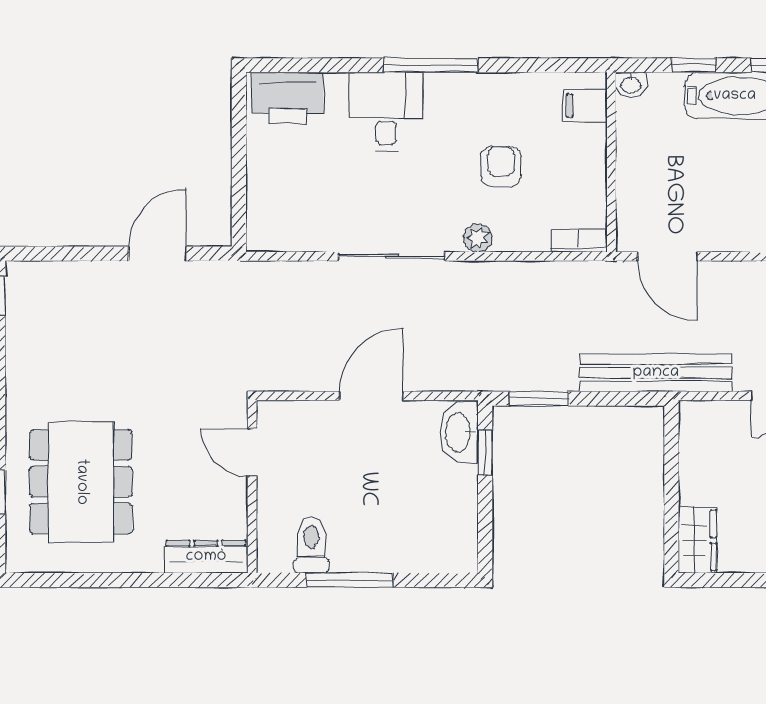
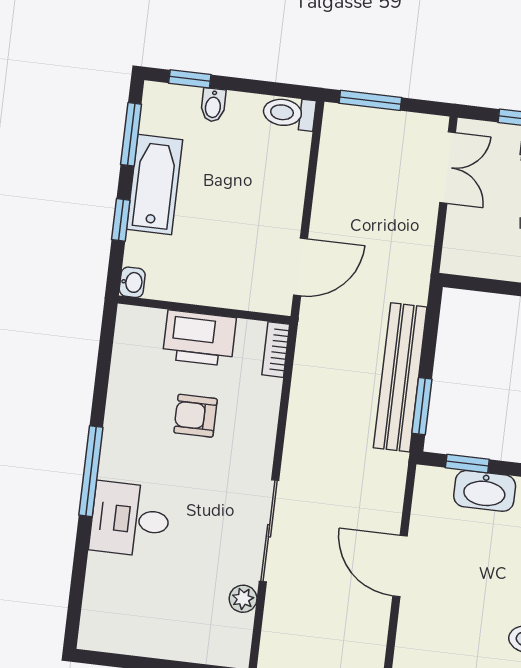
printer: (288, 98) -> (199, 338), moved, turned 90
filing cabinet: (585, 106) -> (147, 328), removed
plant: (478, 238) -> (243, 599), moved
bench: (656, 373) -> (400, 377), moved
washbasin: (459, 432) -> (485, 491), moved

